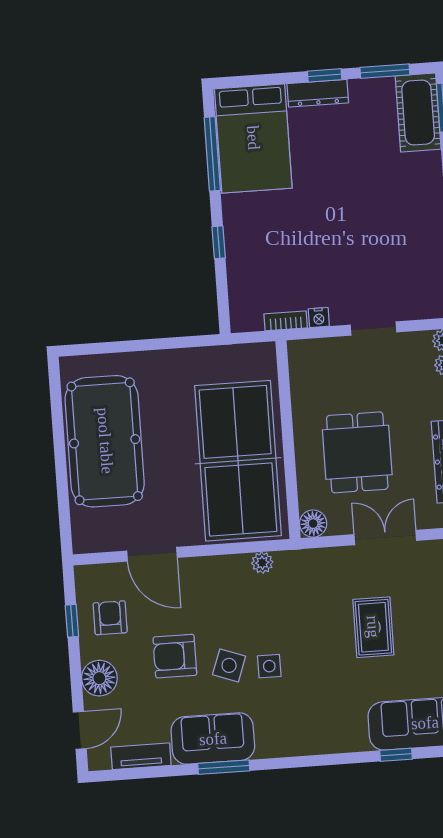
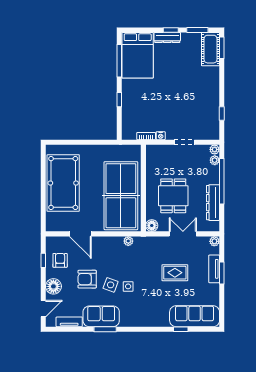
rug: (373, 627) -> (175, 273), turned 90

